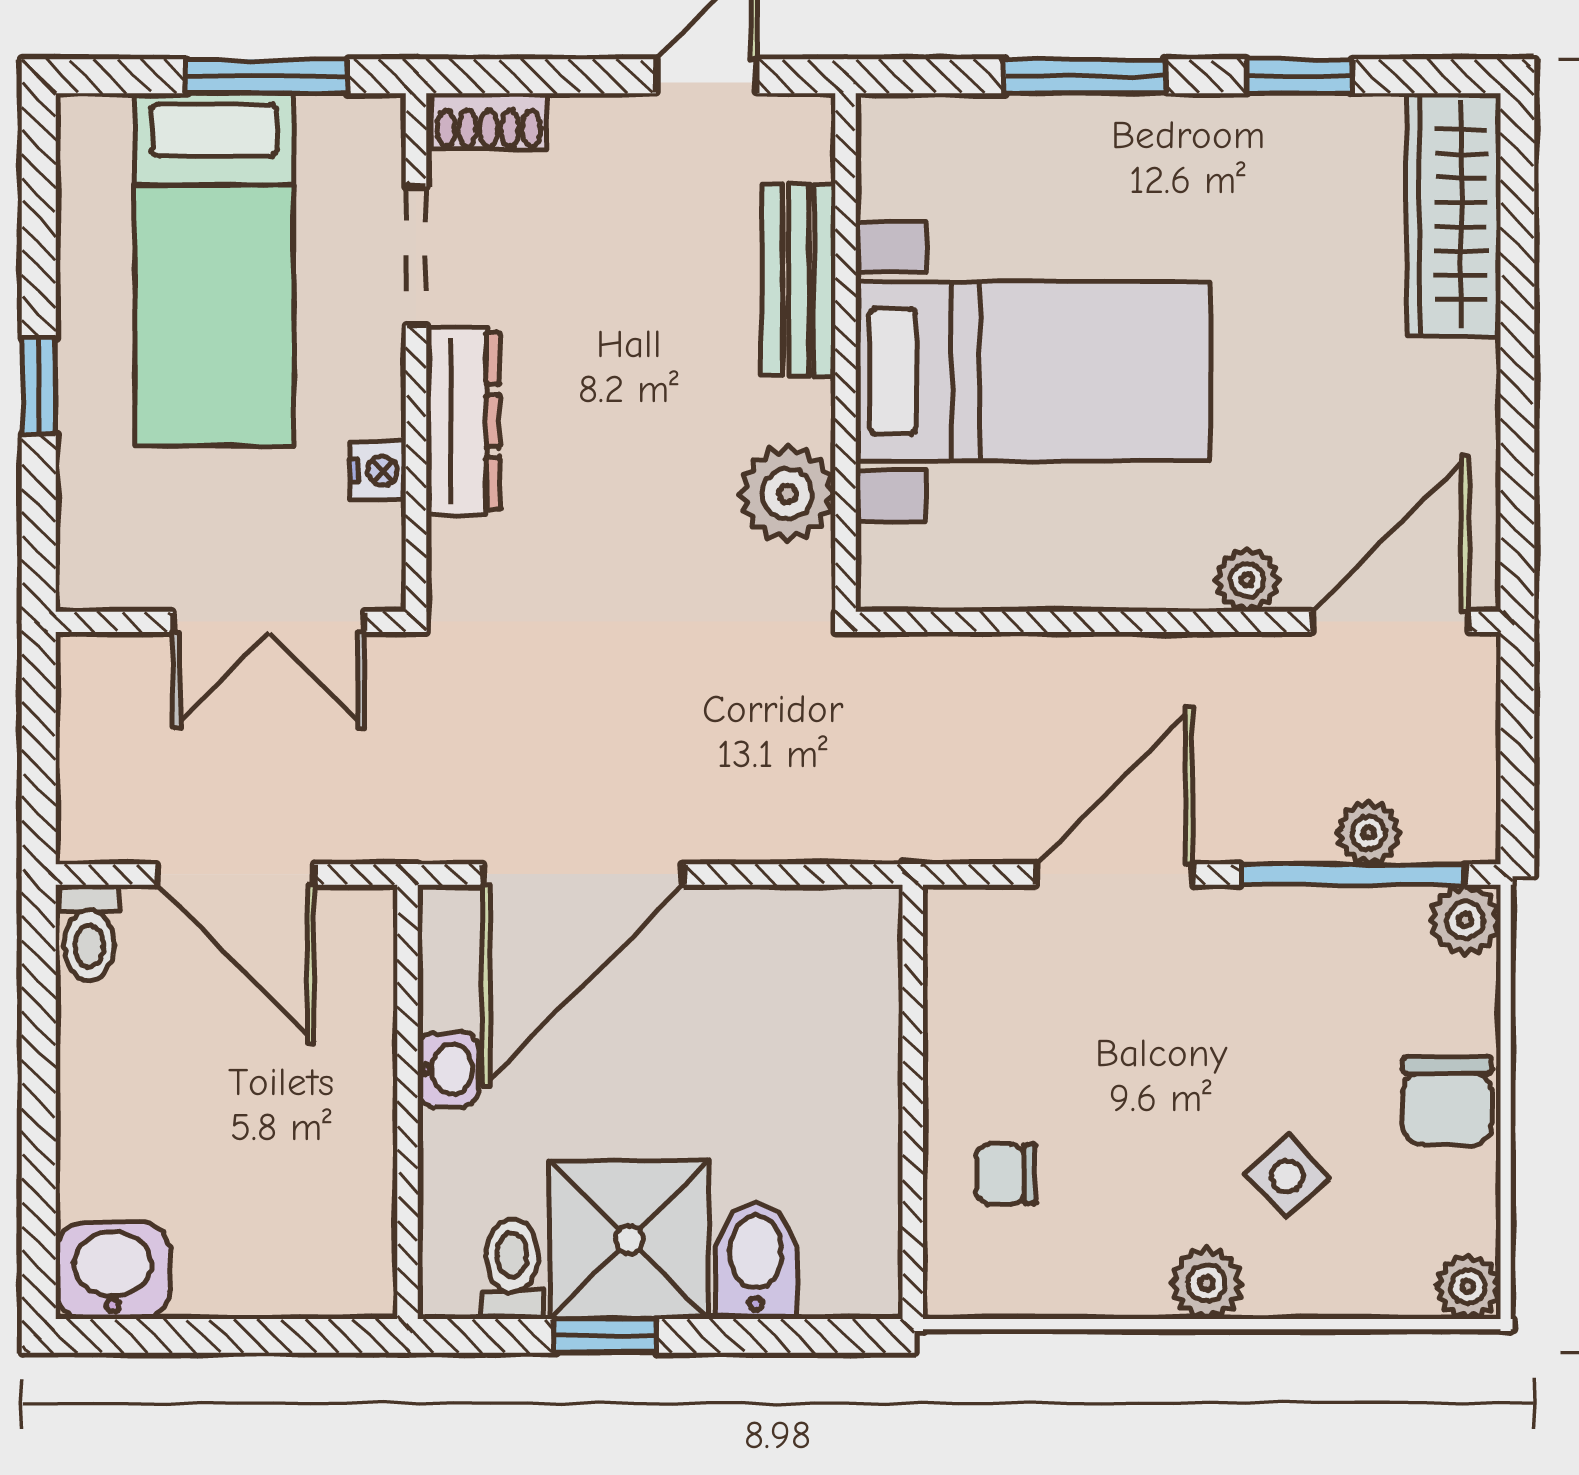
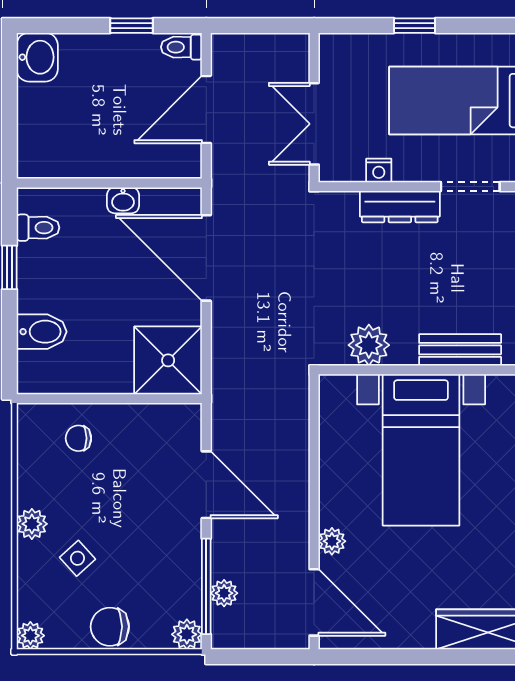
window: (39, 1050) -> (132, 26), added
chair: (1006, 1174) -> (78, 438), turned -90
shower: (629, 1240) -> (168, 360), moved

